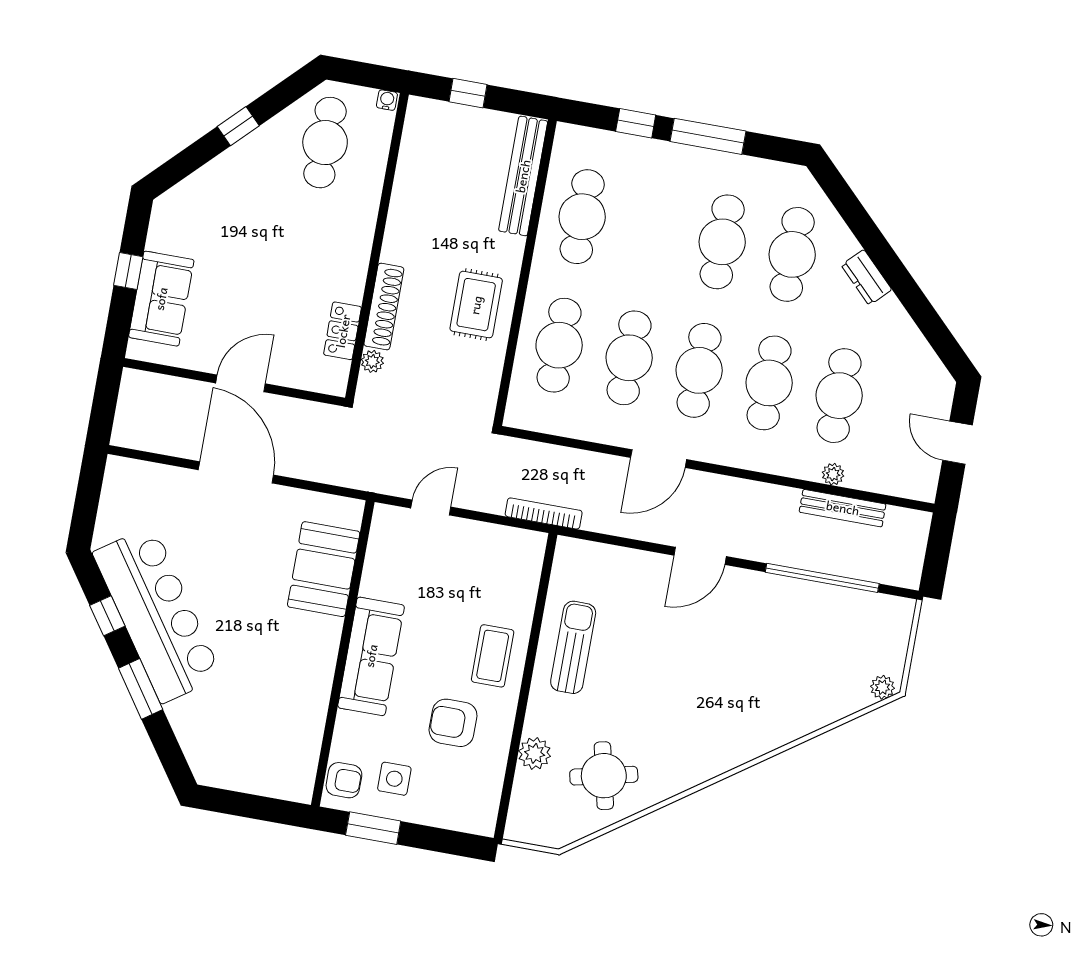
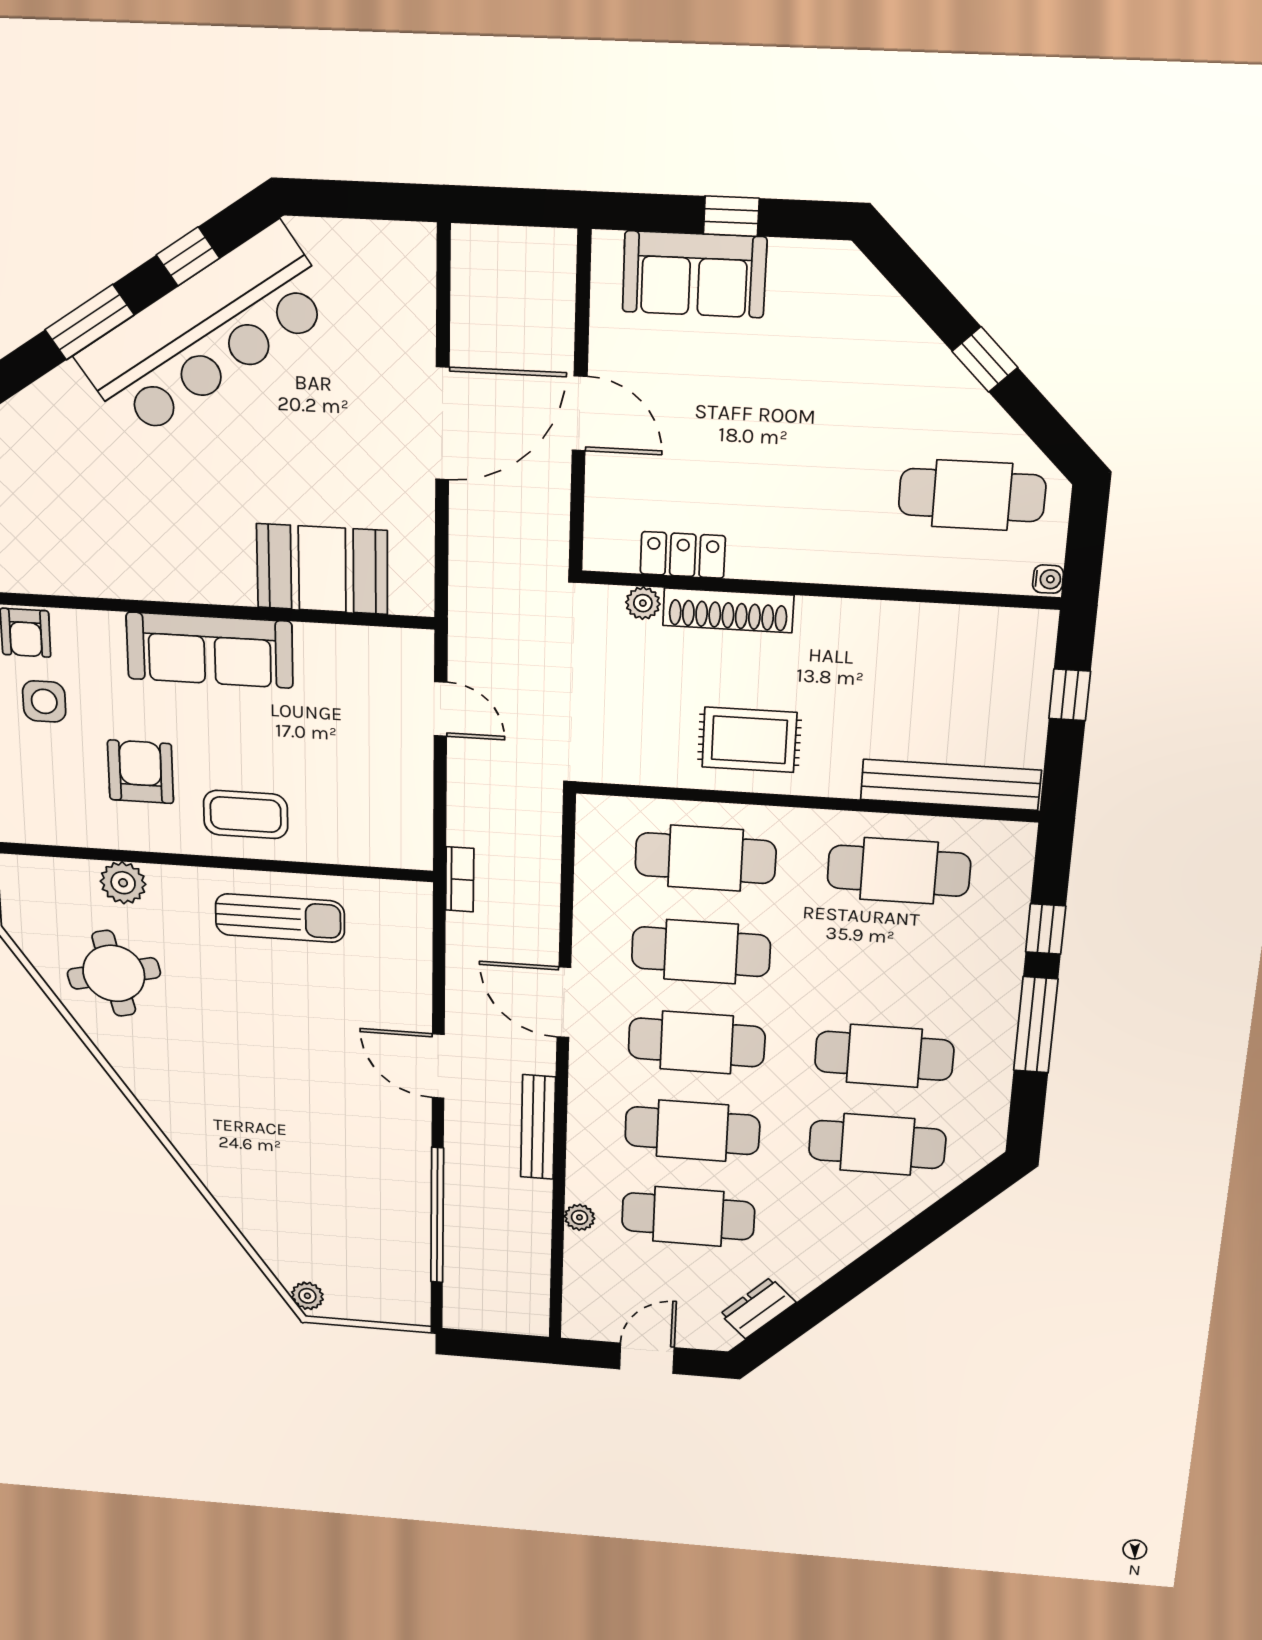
dresser: (866, 277) -> (758, 1308), moved
bench: (843, 508) -> (538, 1127), moved
bookcase: (544, 513) -> (460, 879), width x0.64

